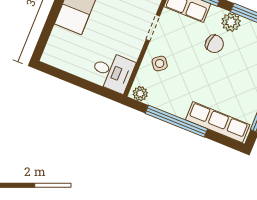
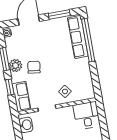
plant: (140, 94) -> (89, 92), removed
window: (176, 121) -> (88, 40), moved

